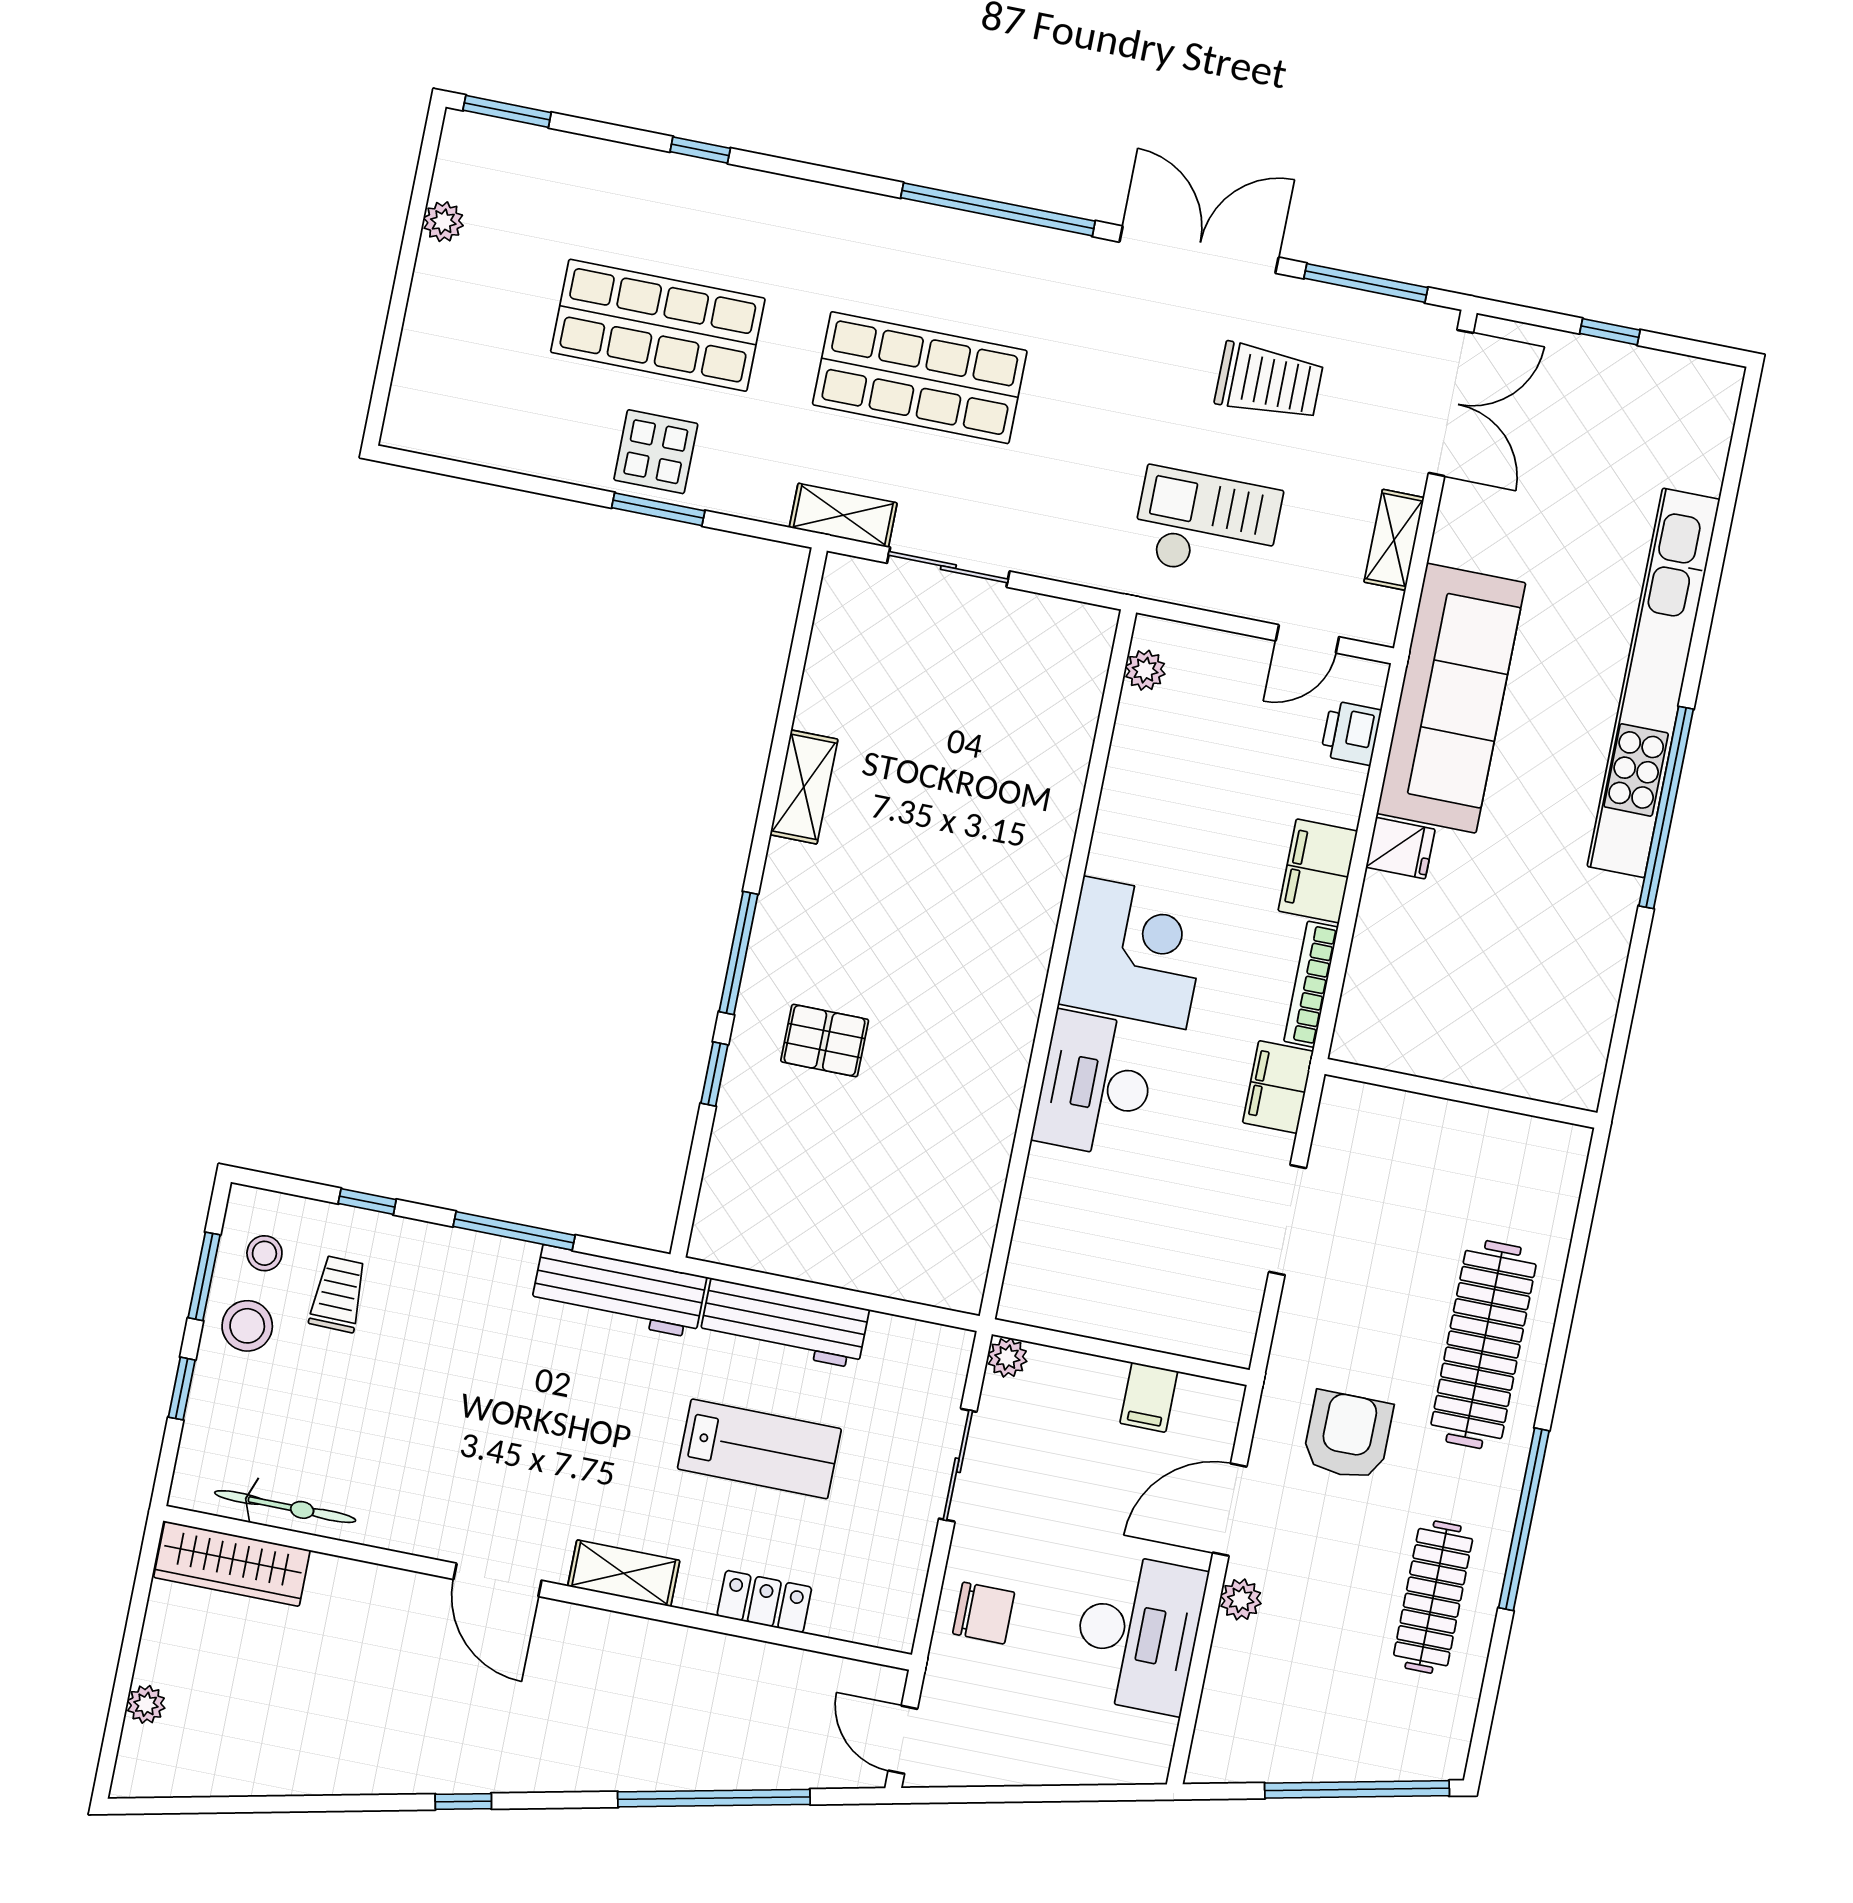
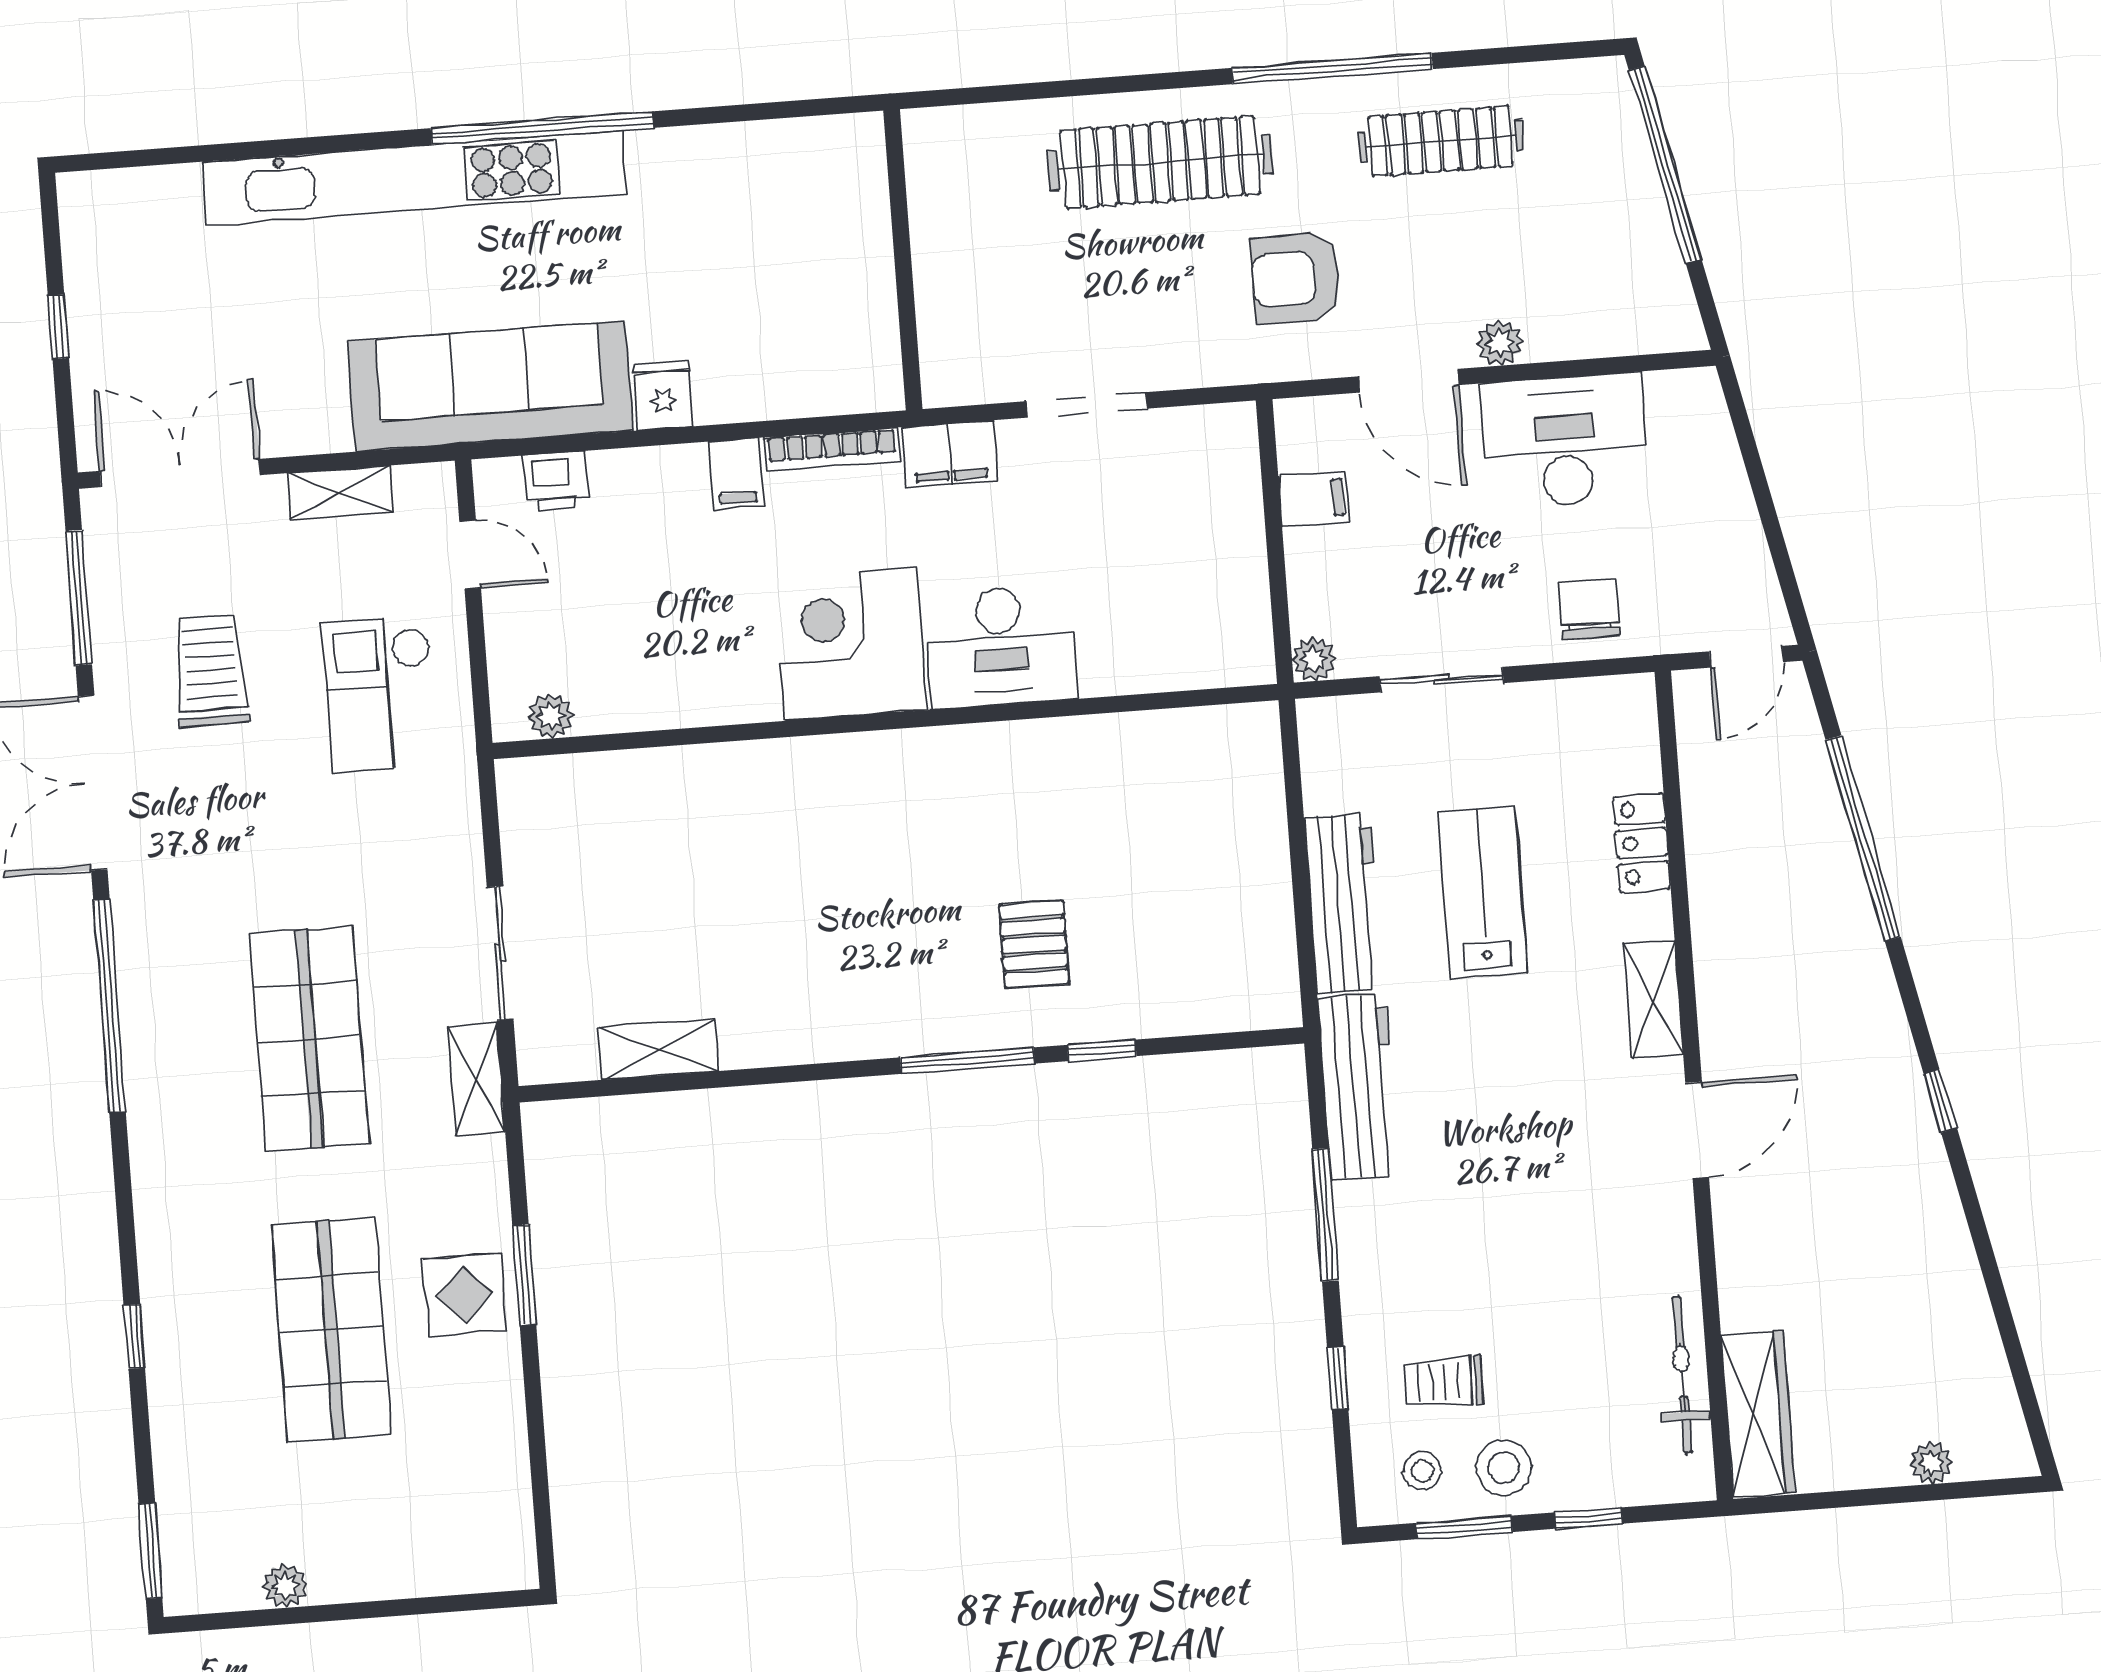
shelving: (804, 787) -> (659, 1049), moved
filing cabinet: (1318, 871) -> (737, 474), width x0.50

